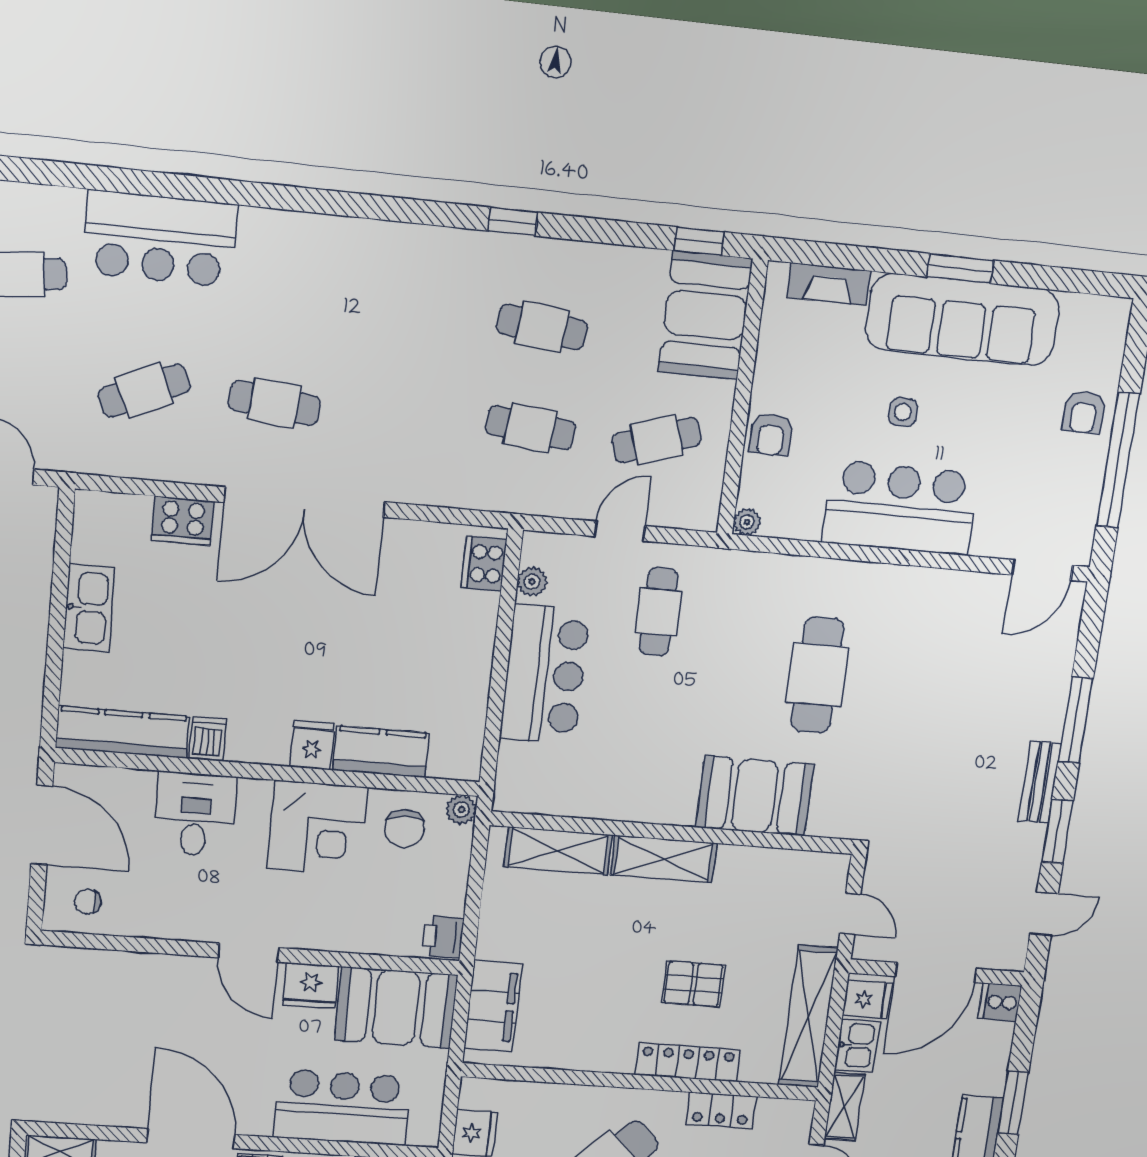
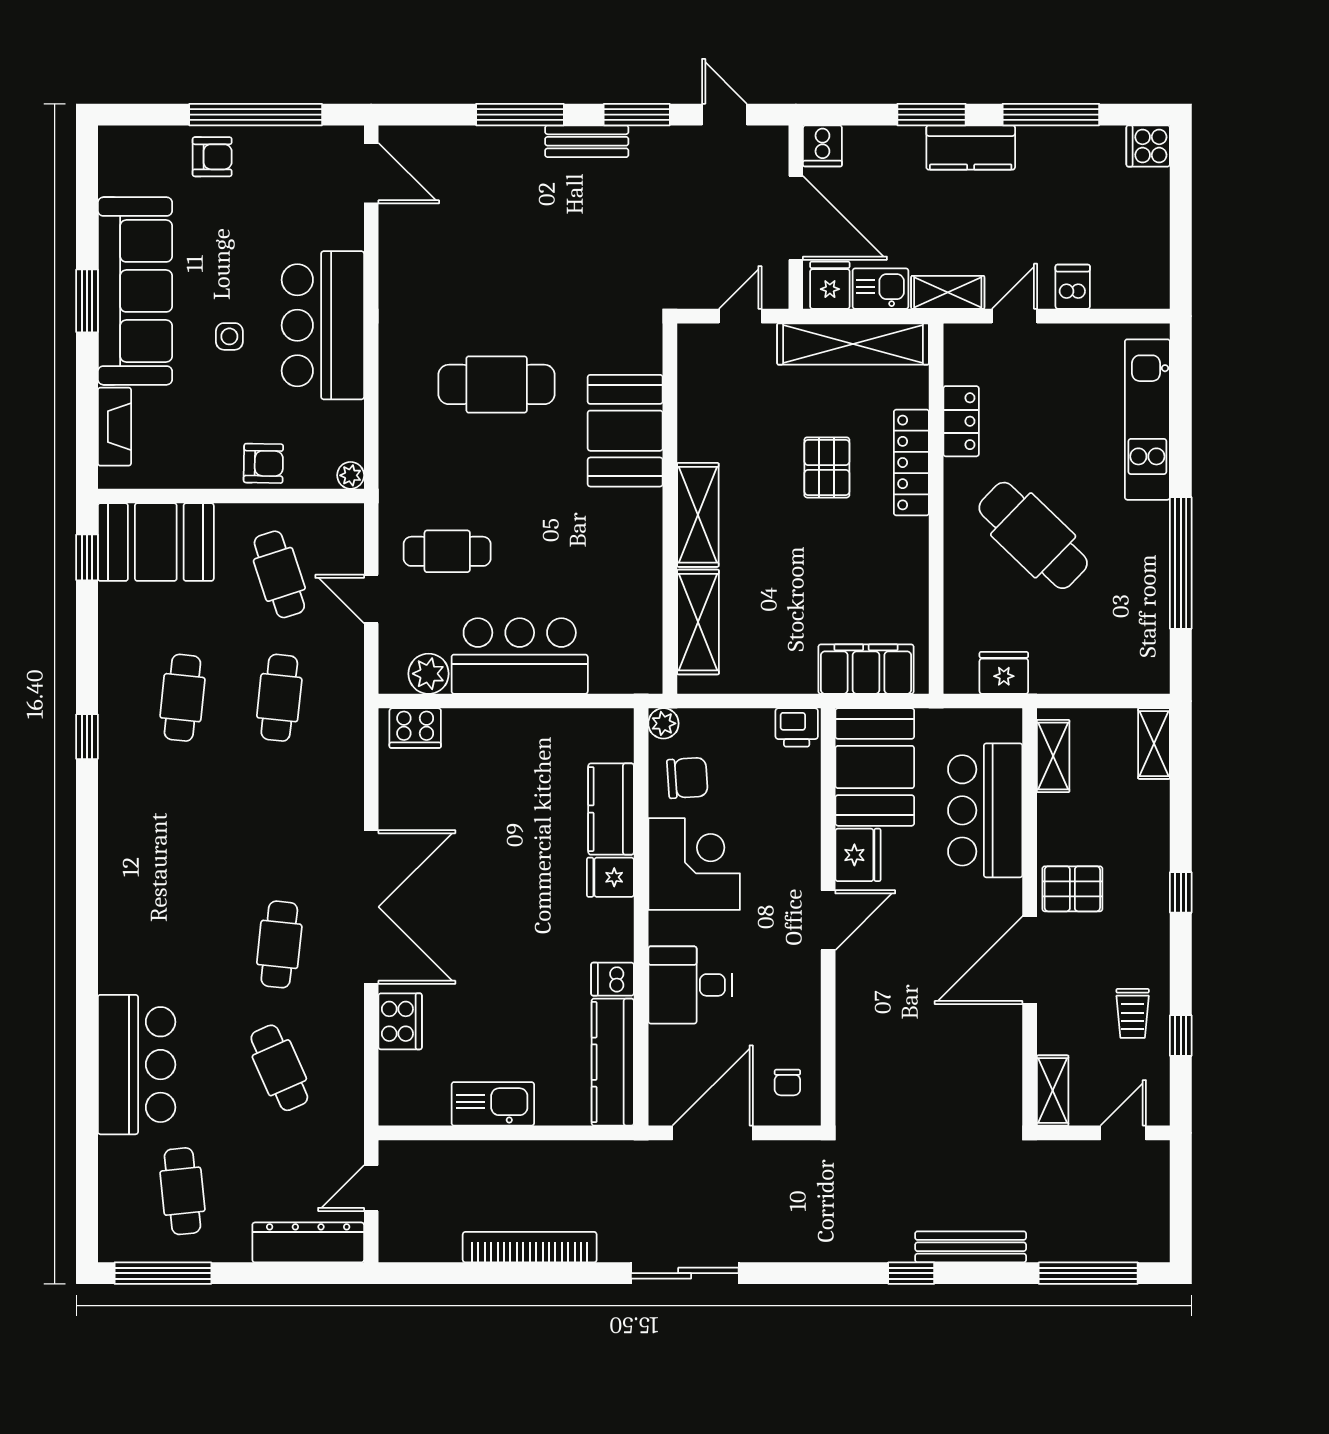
plant: (532, 582) -> (429, 674), width x1.38, depth x1.38

